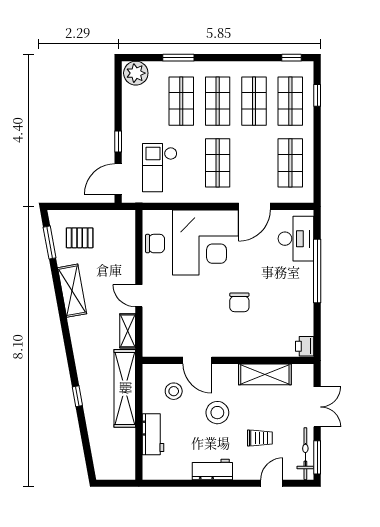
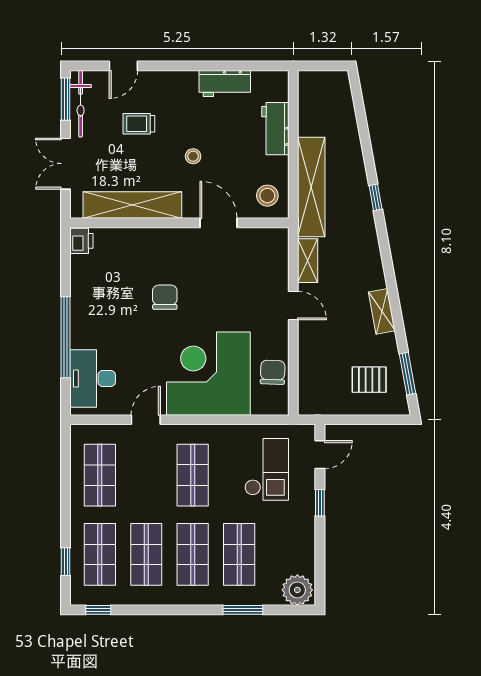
door: (118, 179) -> (320, 455), width x0.73
door: (254, 206) -> (146, 420), width x0.73
chair: (155, 244) -> (273, 372), turned 92
shelving: (72, 291) -> (382, 311), width x0.67, depth x0.75
shelving: (265, 374) -> (132, 205), width x1.47
stool: (174, 391) -> (267, 196), moved
window: (77, 396) -> (376, 197), moved
stool: (217, 413) -> (193, 156), width x0.53, depth x0.53
workbench: (212, 469) -> (225, 84), moved

